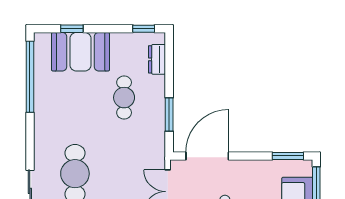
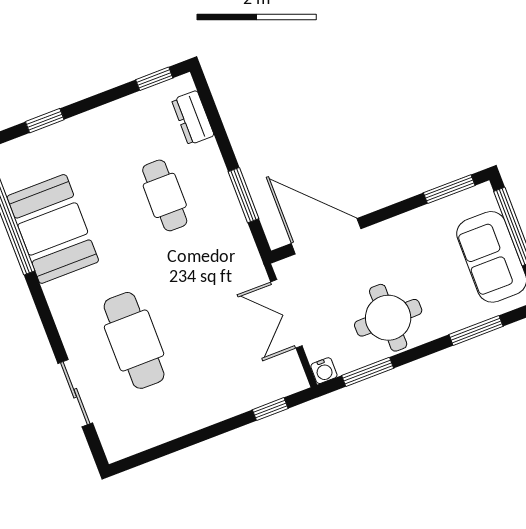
booth: (81, 52) -> (53, 229), moved, turned 90
door: (207, 156) -> (326, 236), hinge flipped

